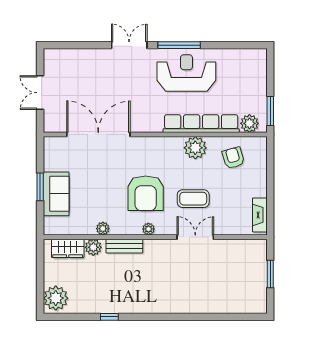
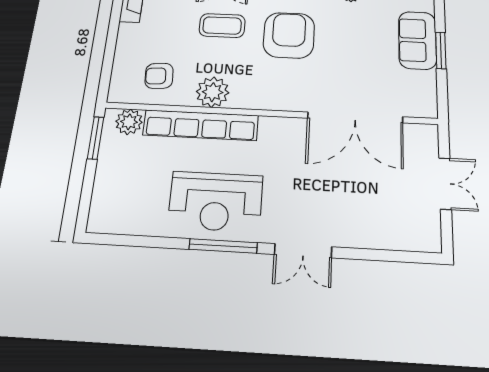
armchair: (233, 158) -> (159, 76), turned 102

